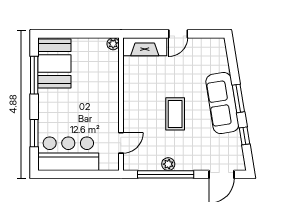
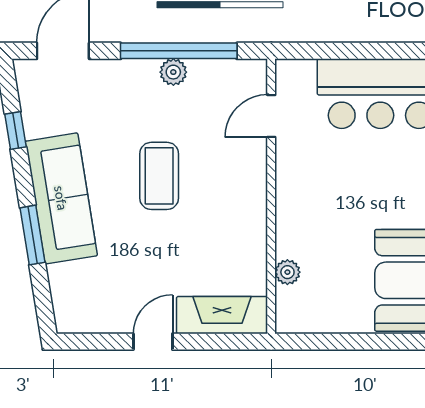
plant: (113, 44) -> (287, 272), moved
window: (238, 98) -> (32, 235), moved

